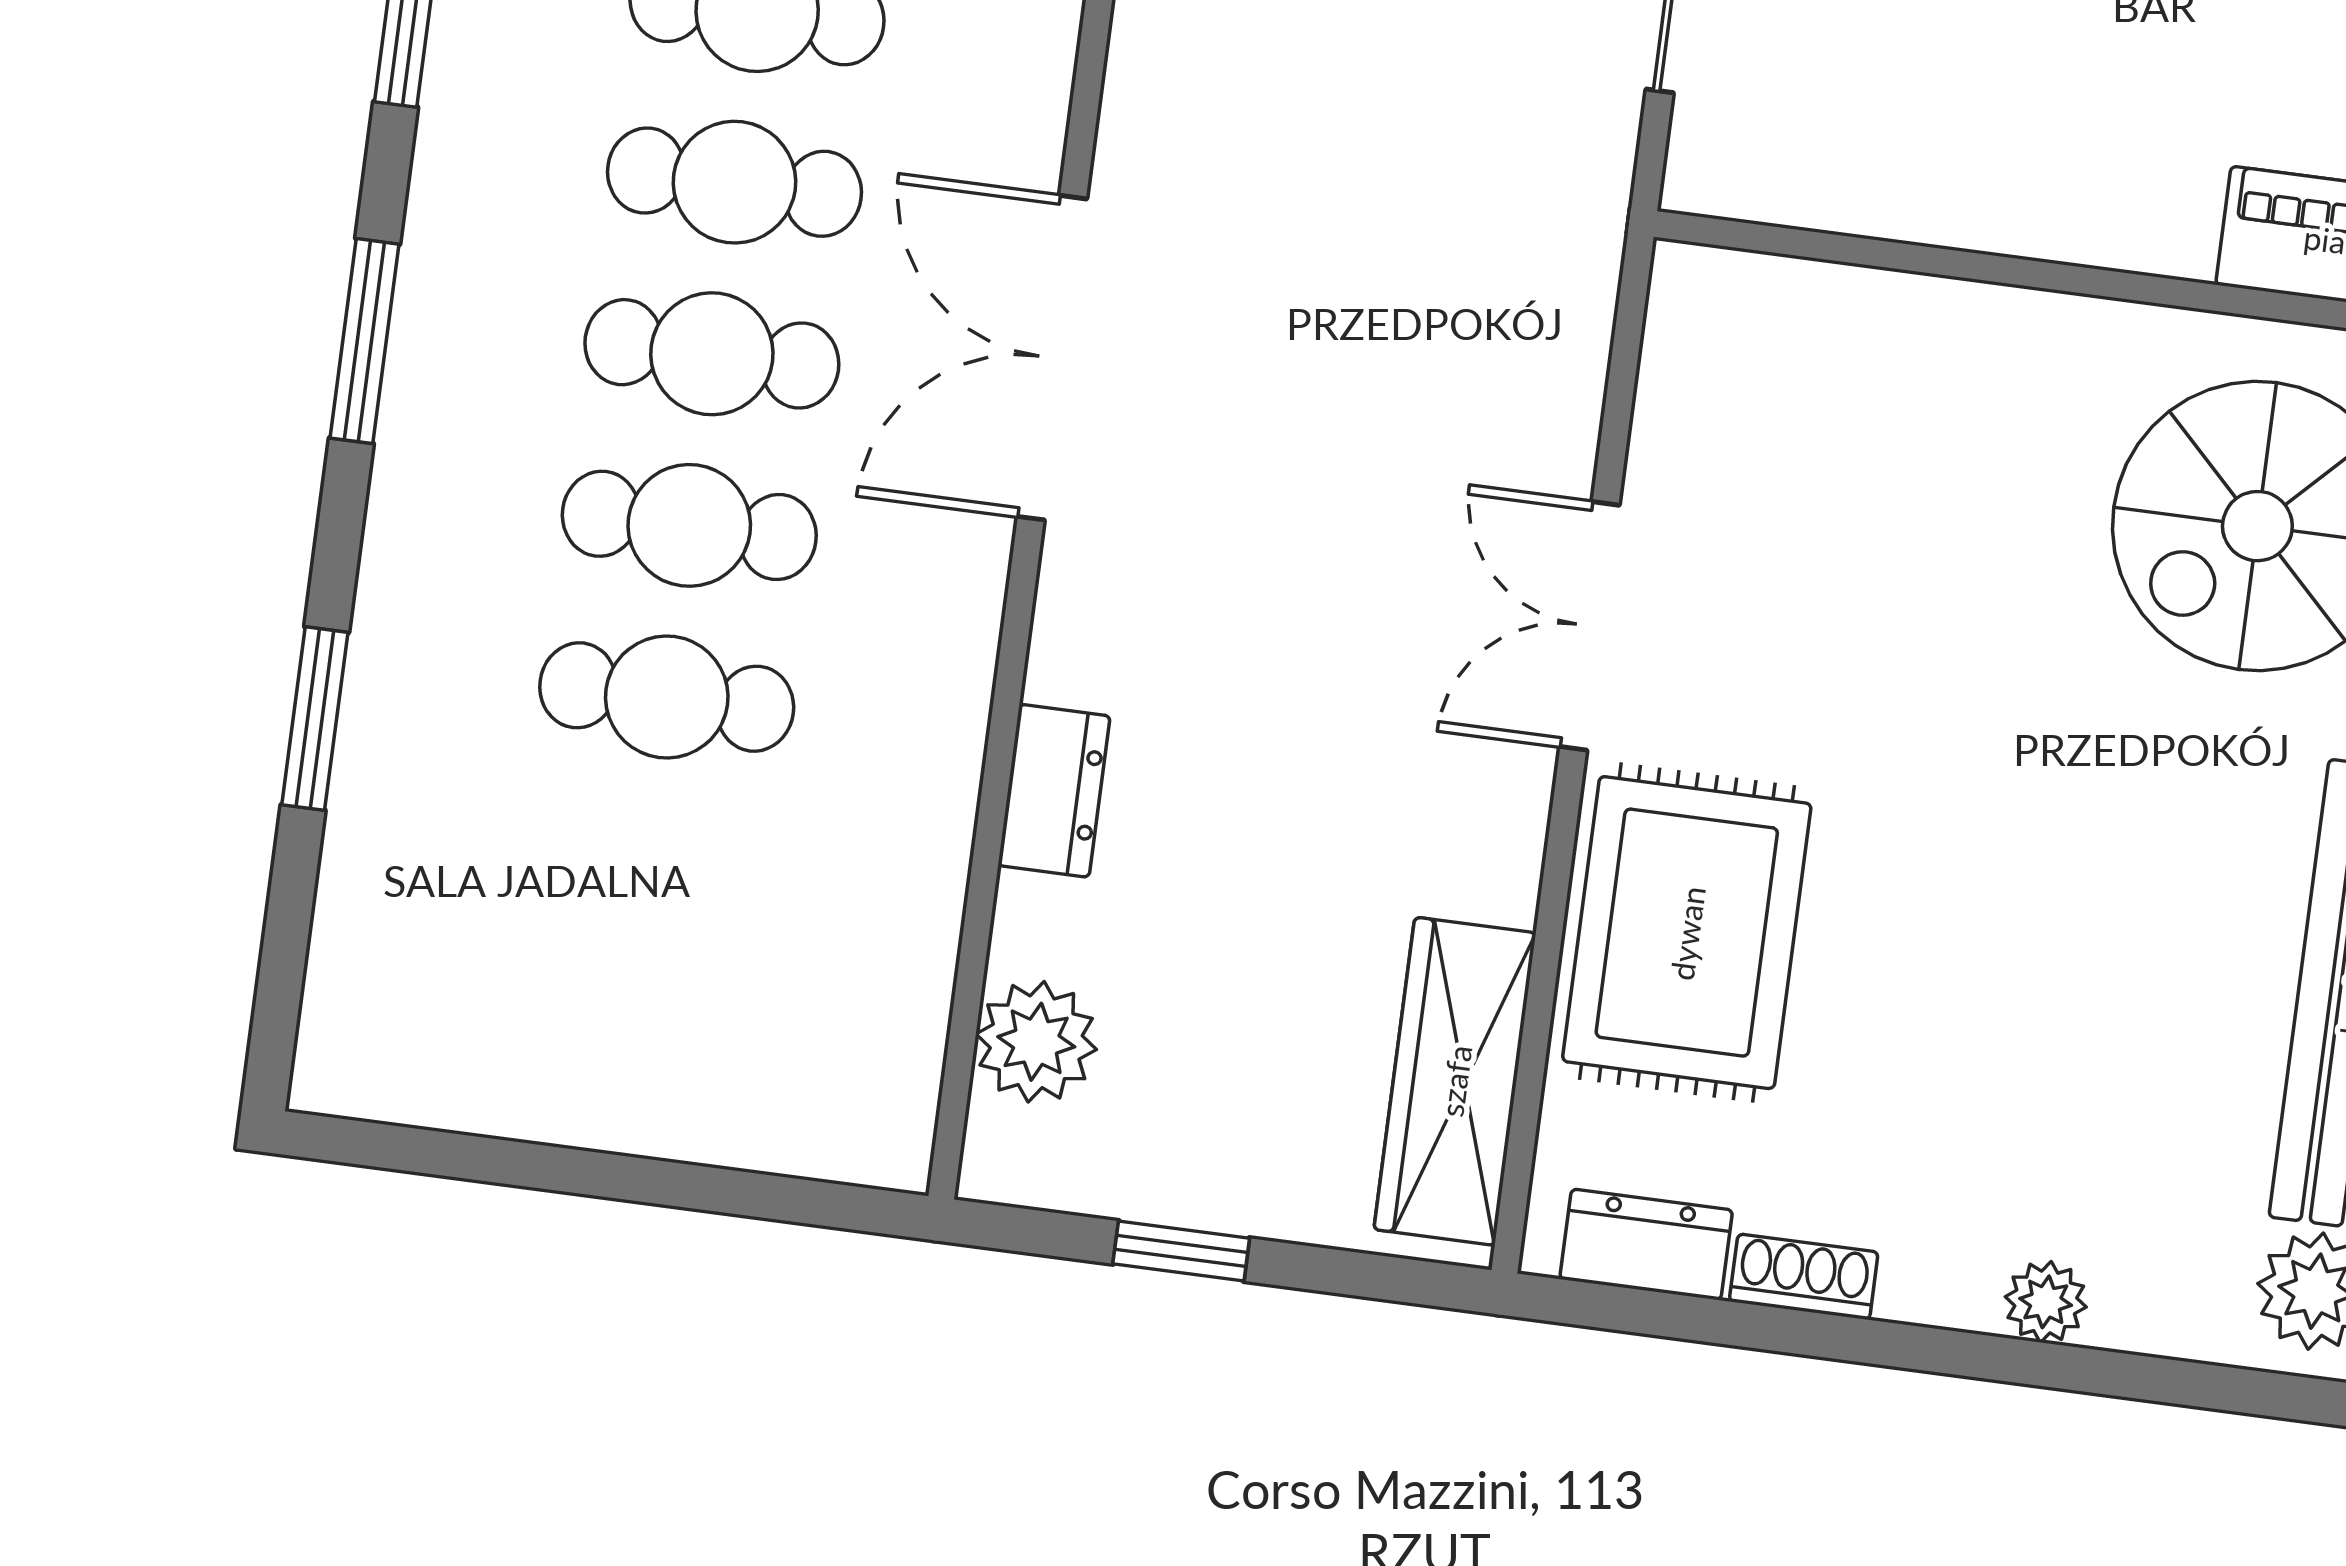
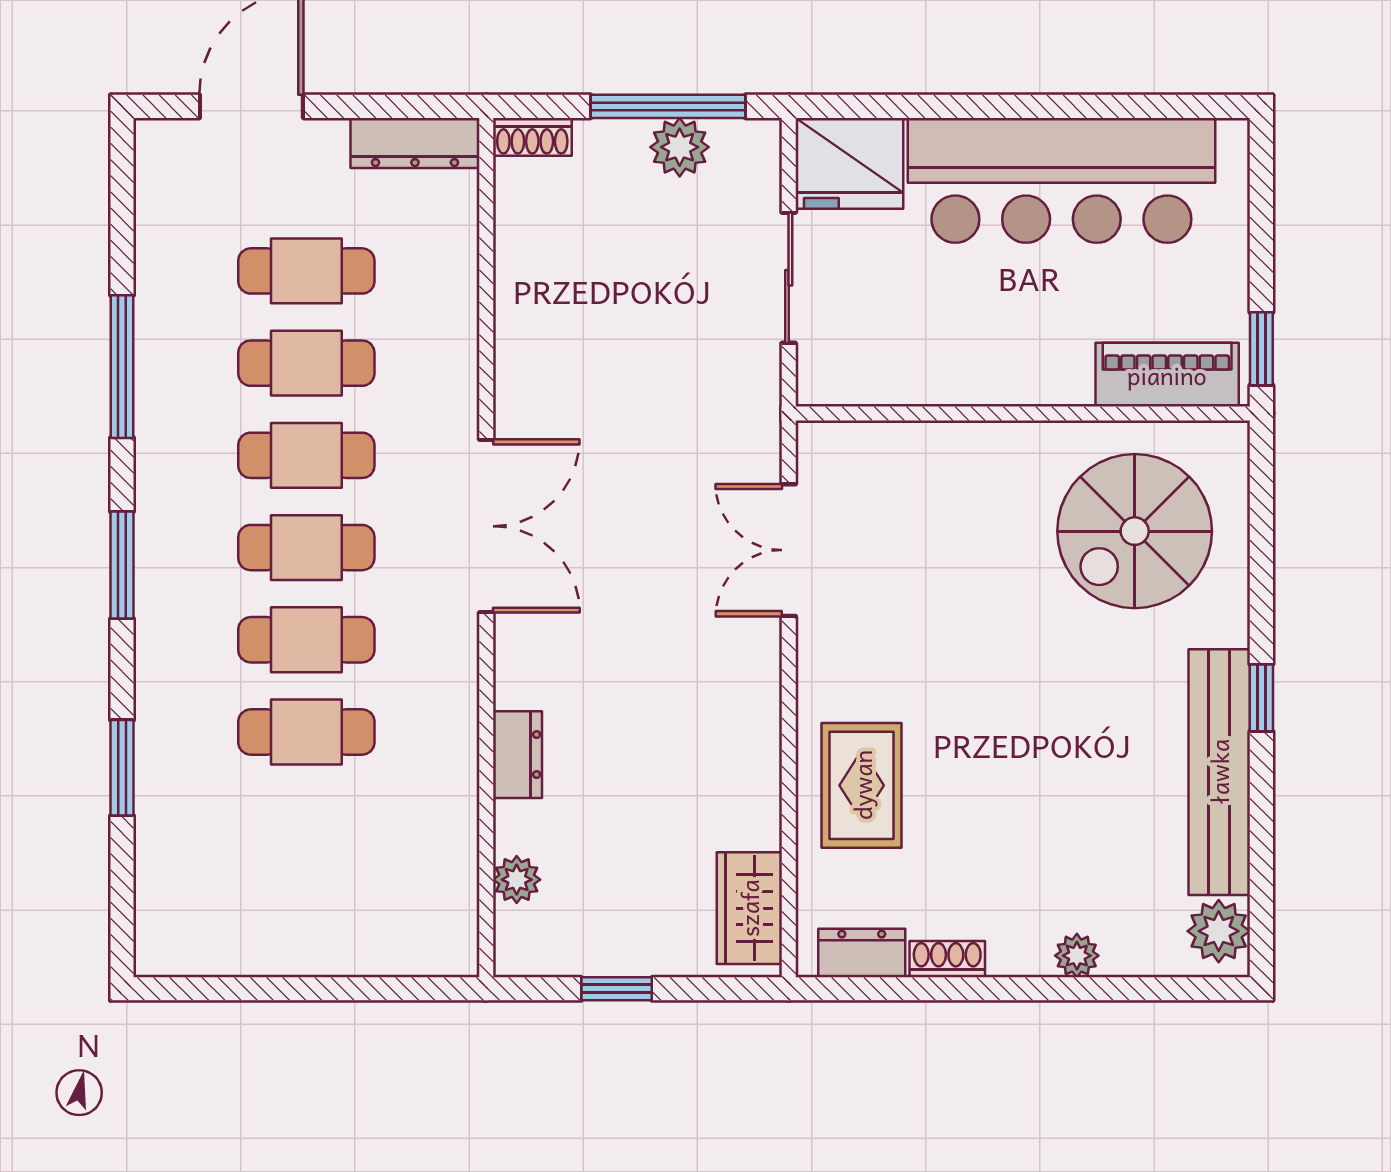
double door: (1052, 358) -> (486, 526), swing flipped
double door: (1589, 626) -> (789, 550), moved
rug: (1687, 933) -> (862, 785), width x0.73, depth x0.70
plant: (1036, 1042) -> (517, 880), width x0.73, depth x0.73
wardrobe: (1455, 1081) -> (749, 908), width x0.67

